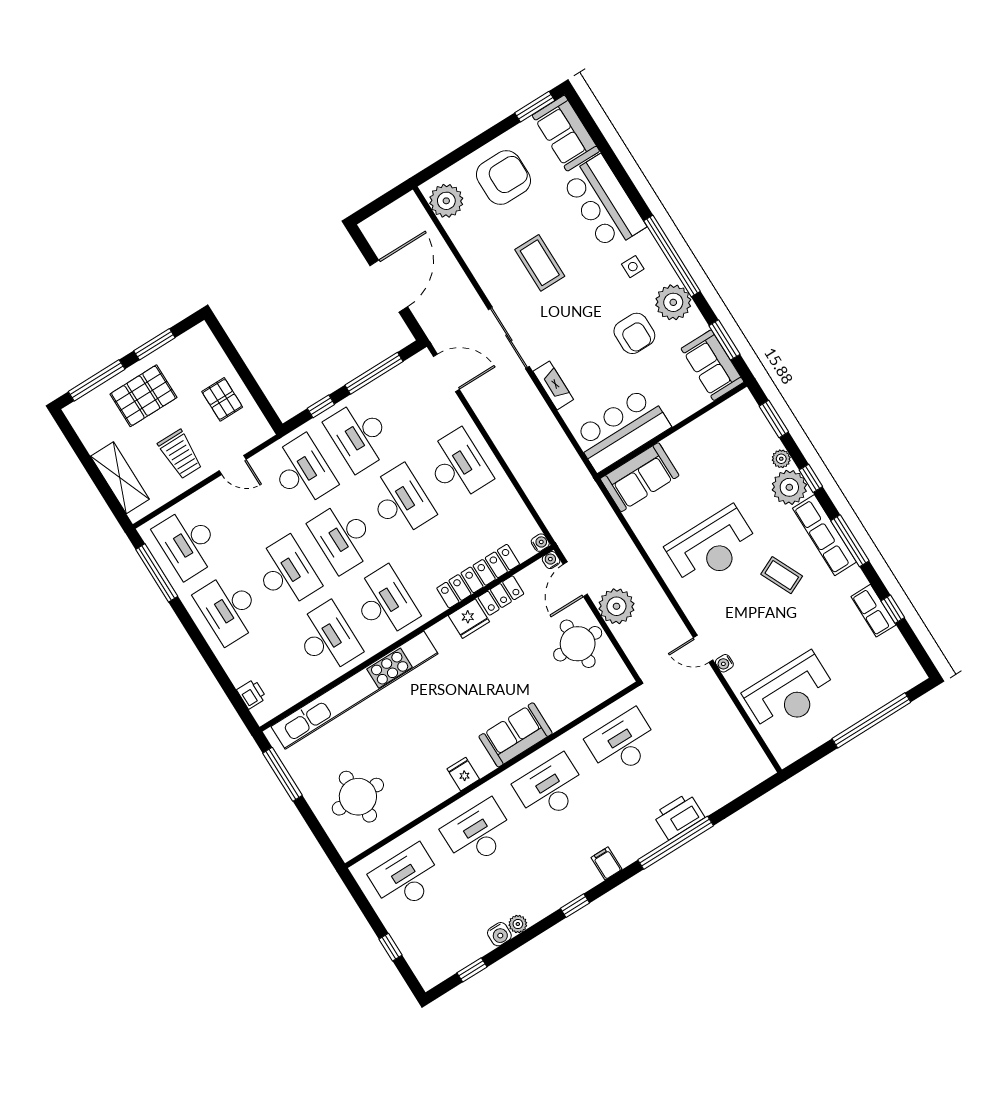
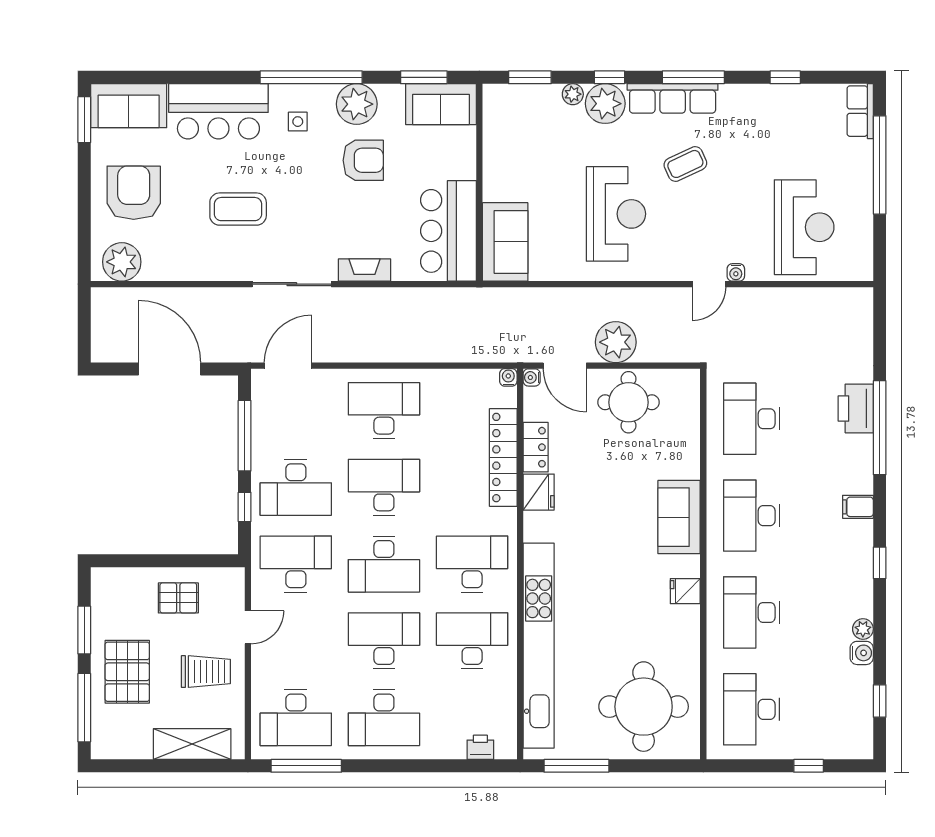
row of seats: (873, 611) -> (860, 111), moved, turned 90
round table: (358, 797) -> (644, 707), width x1.36, depth x1.36

